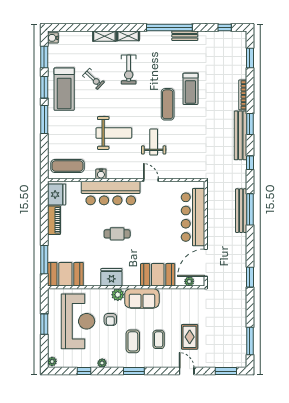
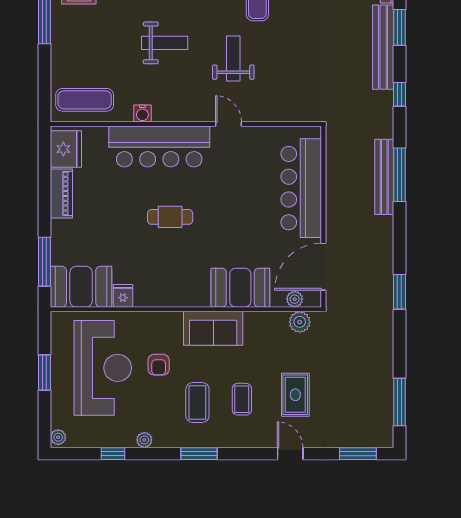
weight bench: (114, 133) -> (165, 43), width x0.73, depth x0.75
fridge: (111, 277) -> (123, 296), moved, width x0.53, depth x0.75
plant: (118, 295) -> (300, 322), moved

